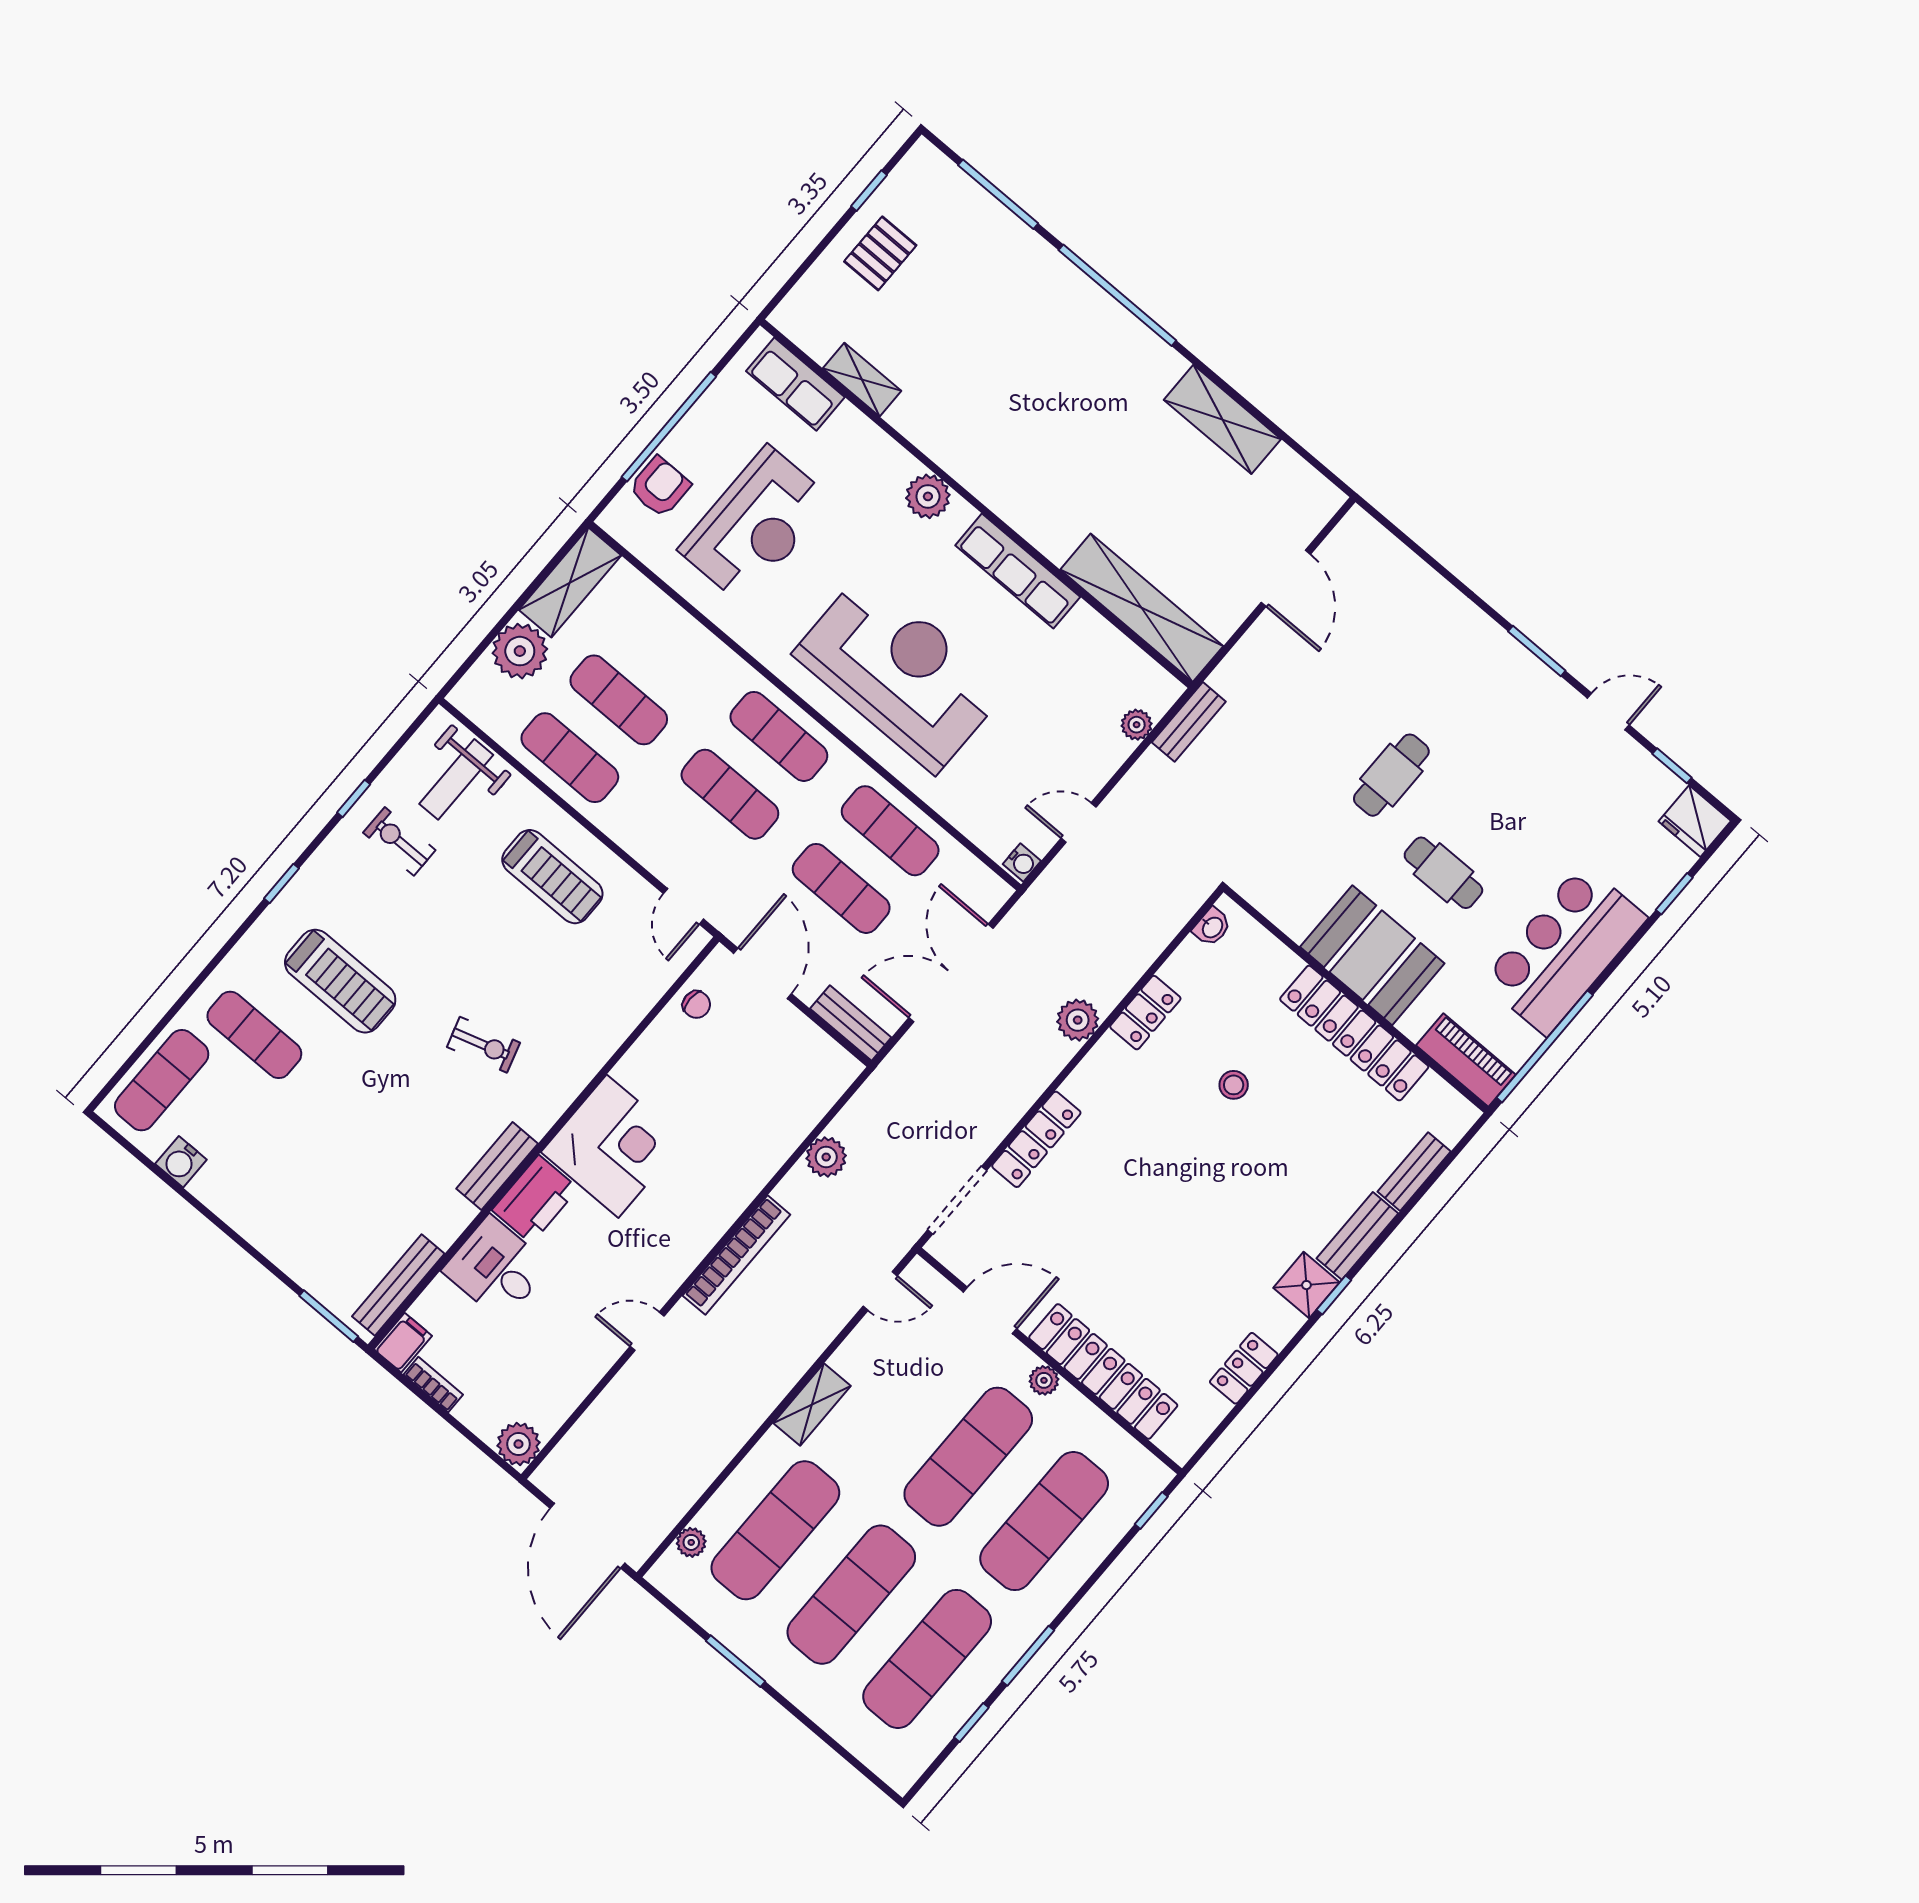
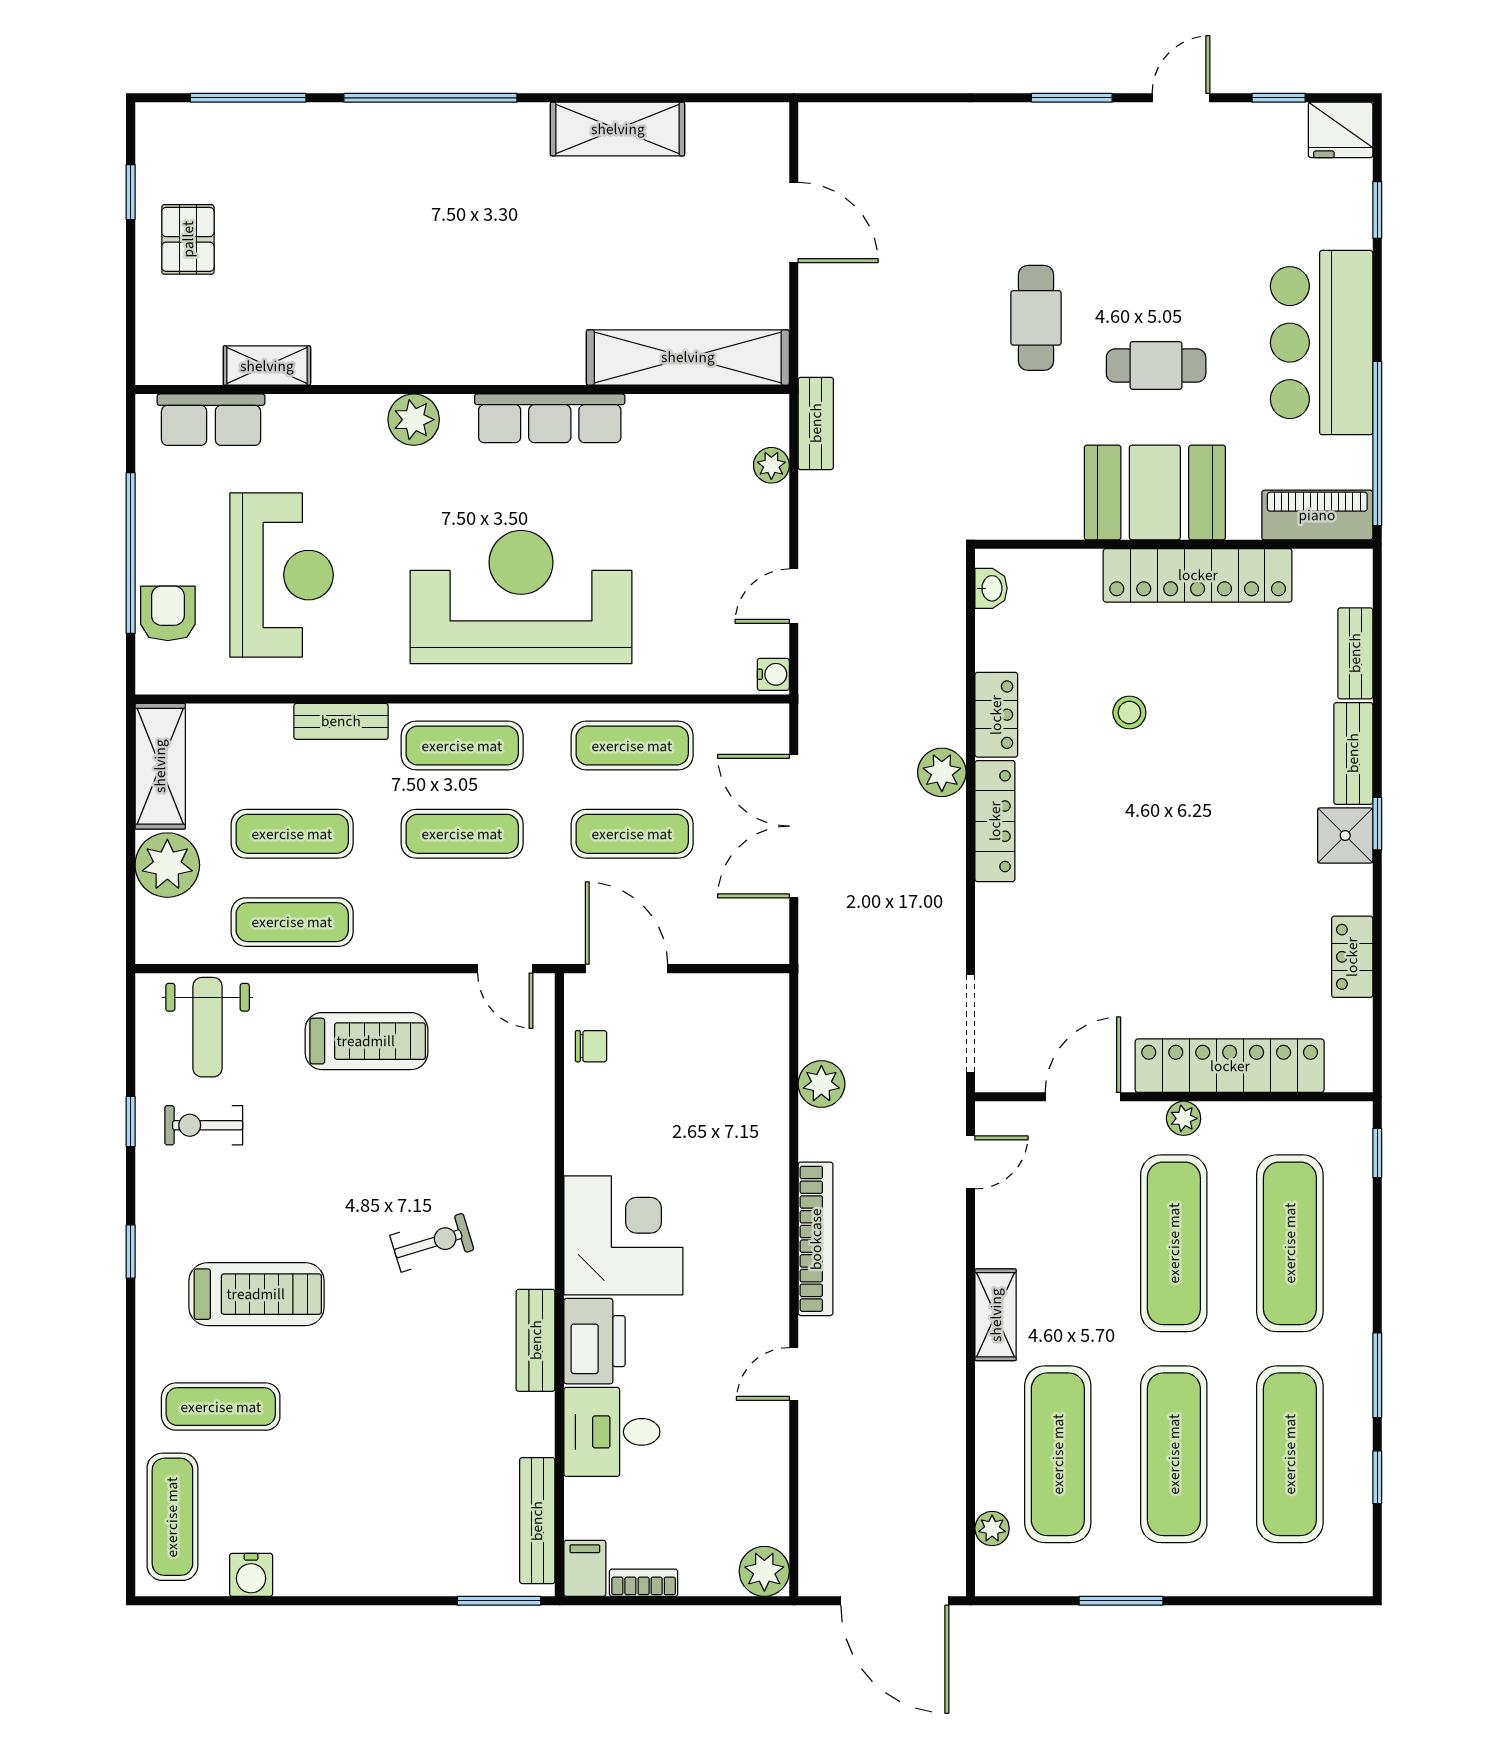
bench: (851, 1023) -> (341, 721), moved
locker: (1036, 1139) -> (995, 821), moved

